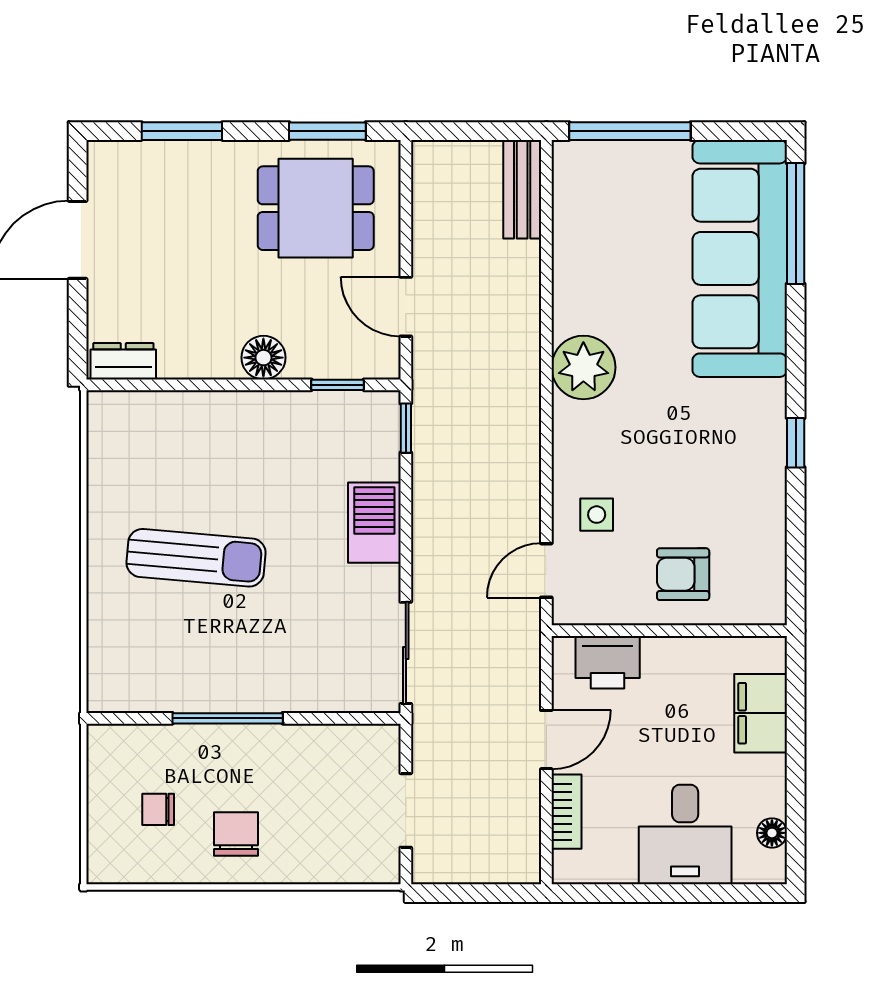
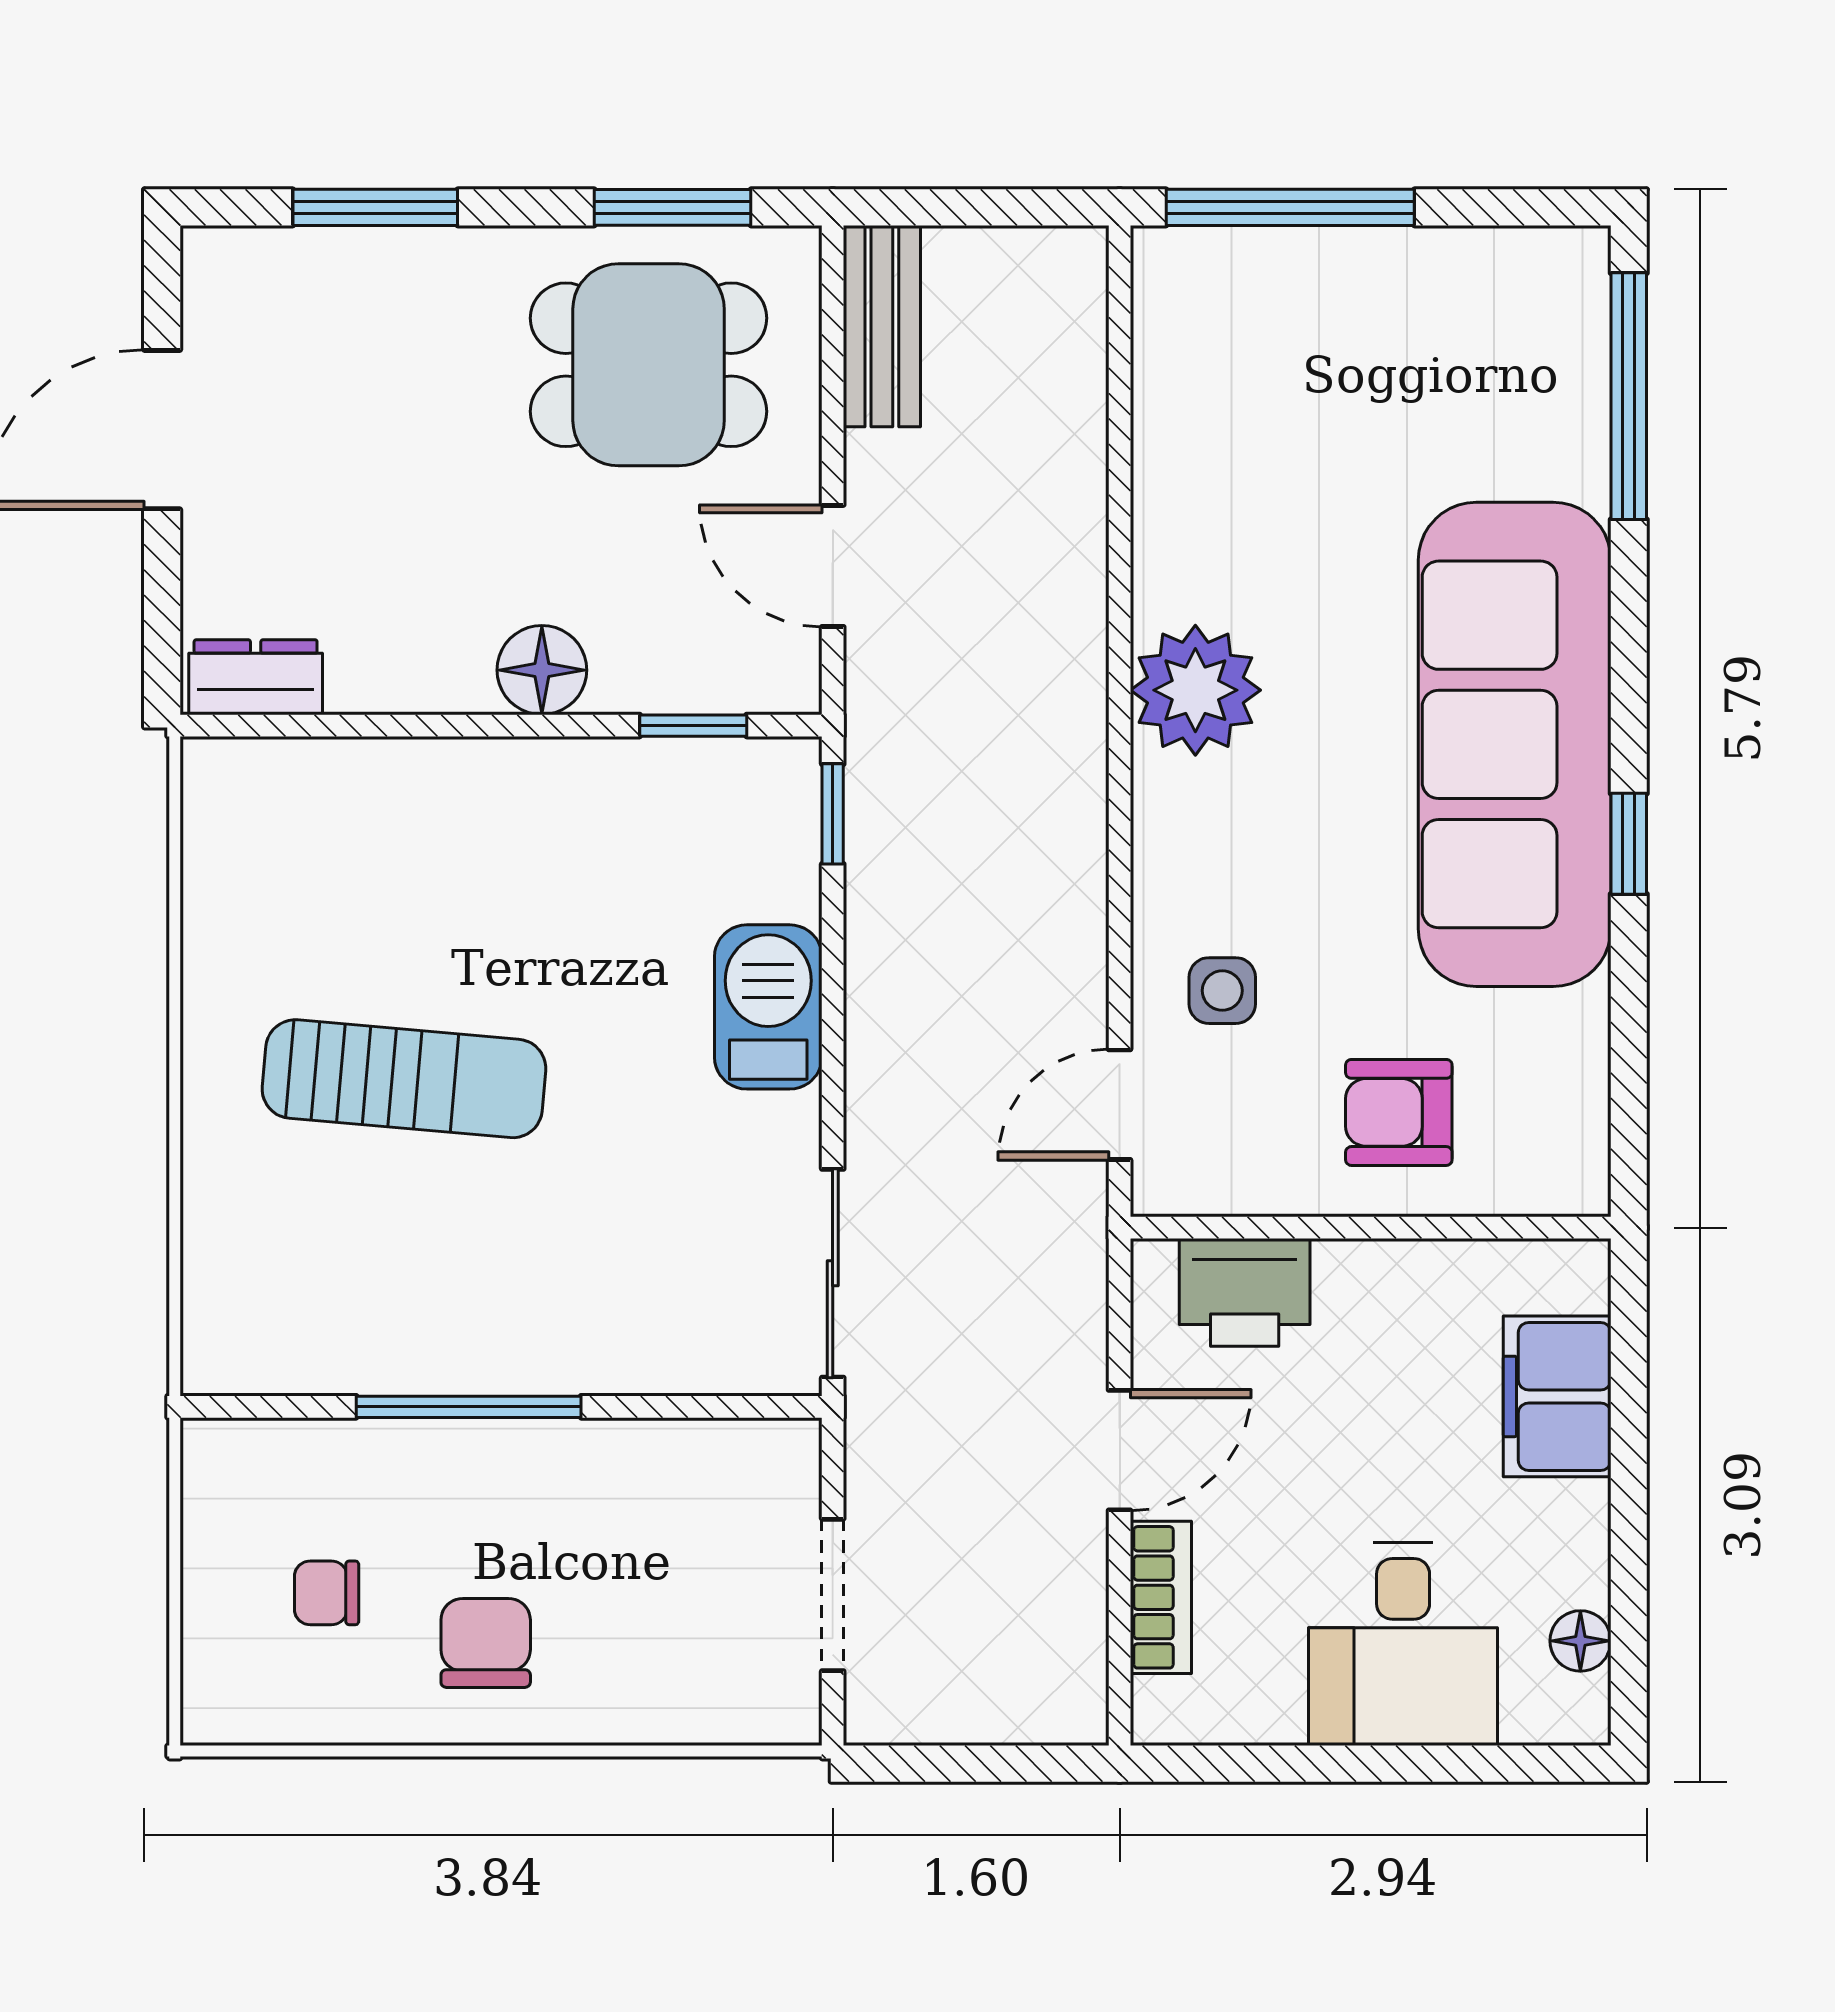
bench: (522, 189) -> (882, 326), moved
sofa: (740, 258) -> (1515, 744), moved

